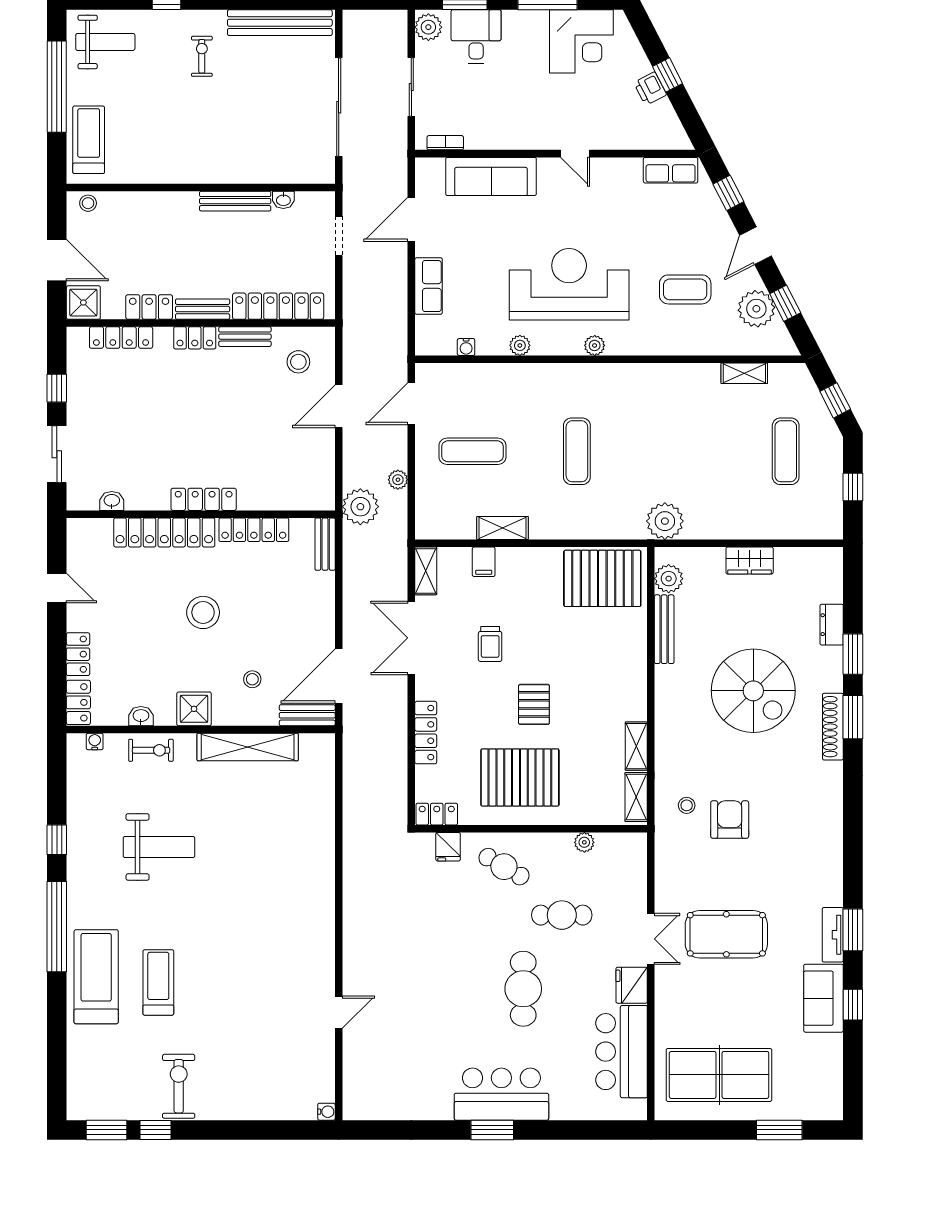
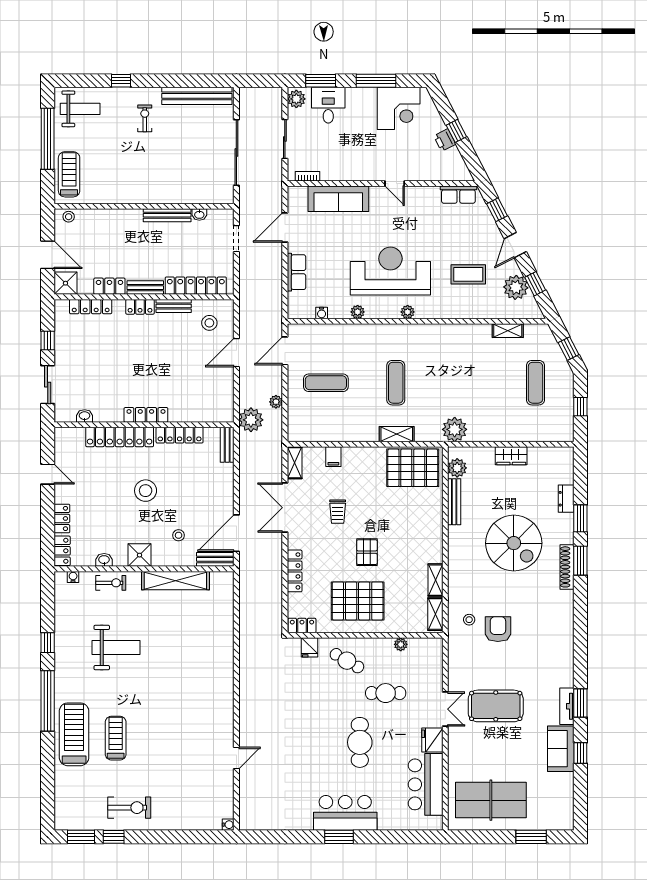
shelving: (503, 528) -> (397, 434), moved
exercise bike: (179, 1086) -> (129, 808), turned 90

